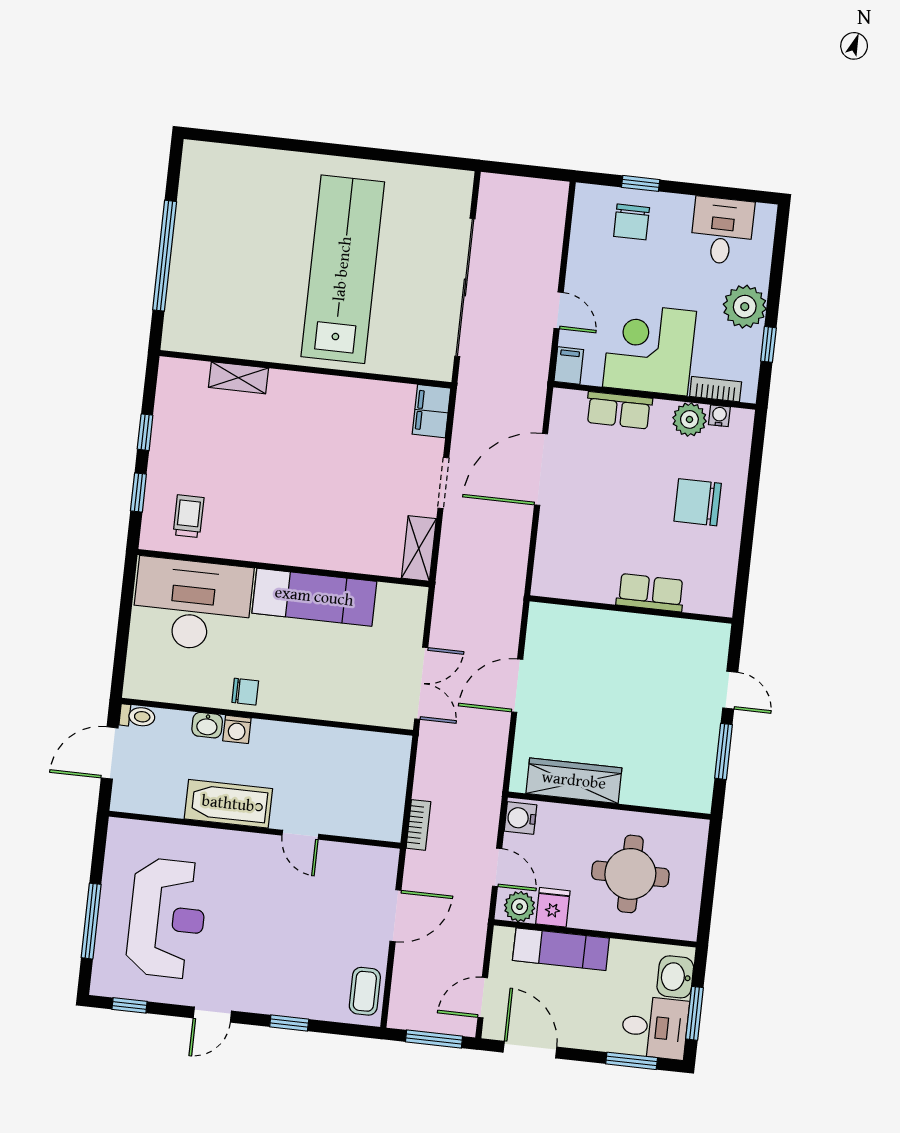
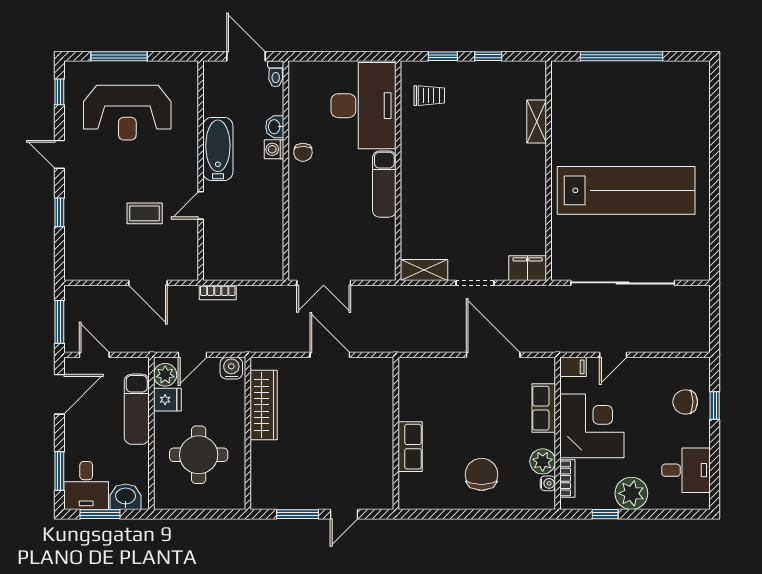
exam couch: (314, 597) -> (384, 184), width x0.73, depth x0.69
coffee table: (365, 991) -> (145, 213), moved

